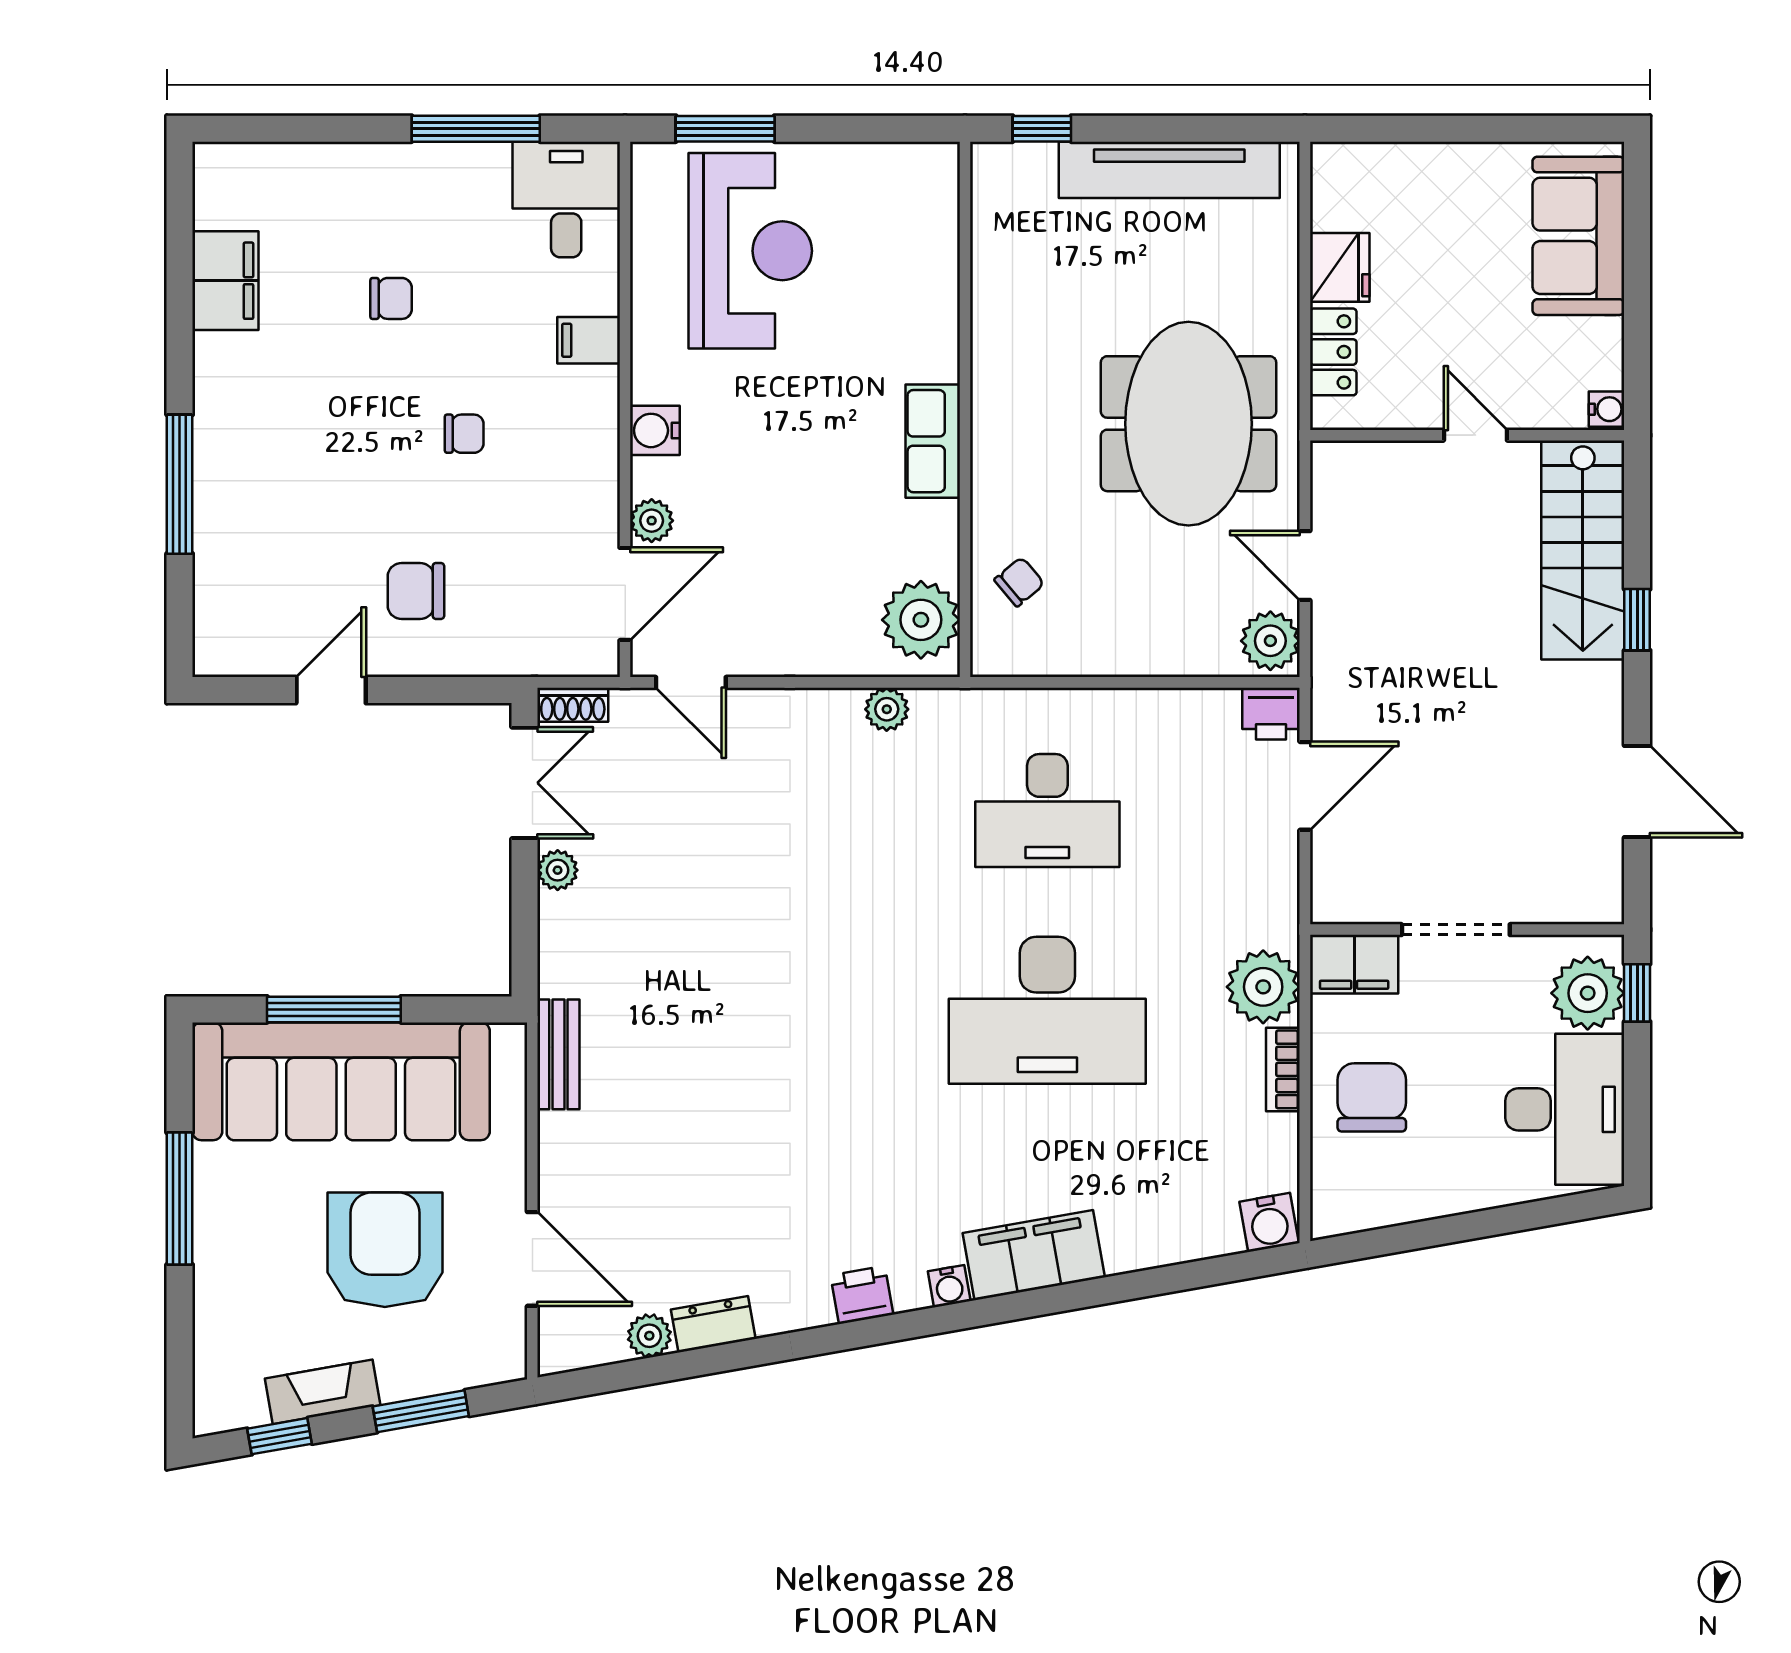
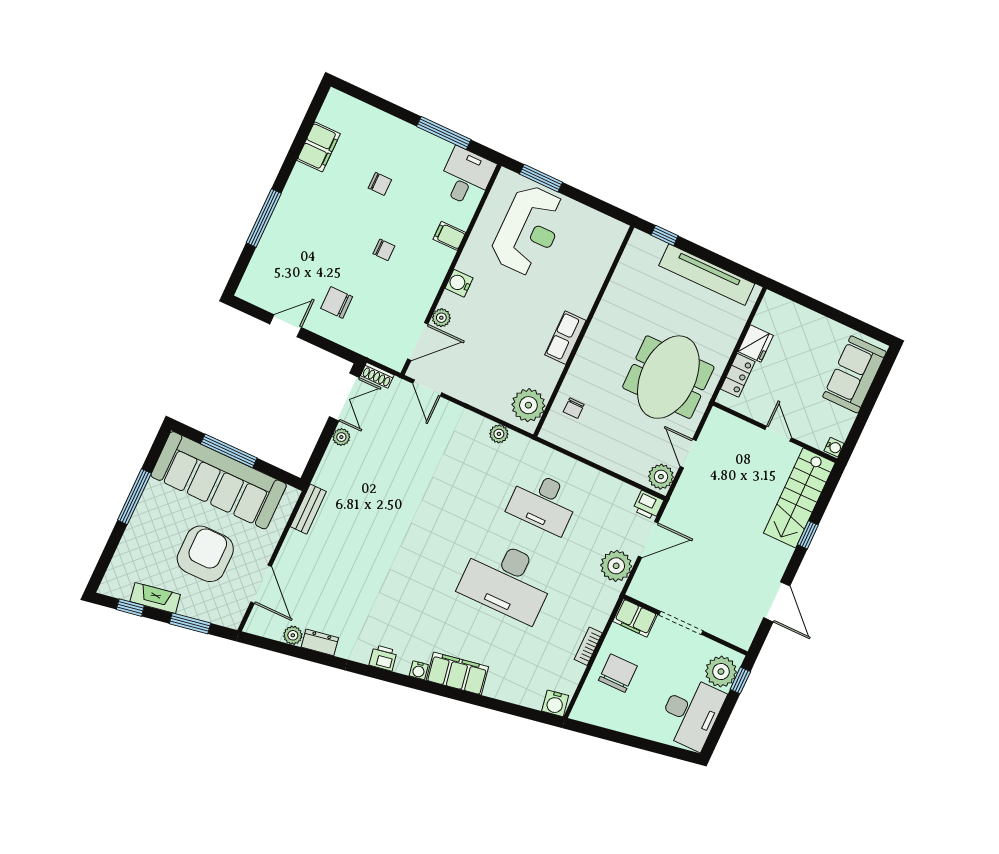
chair: (1019, 582) -> (574, 408), turned 130
plant: (1263, 987) -> (616, 566), moved

